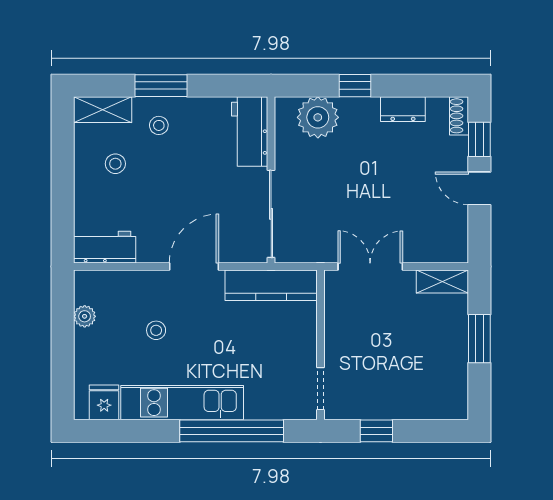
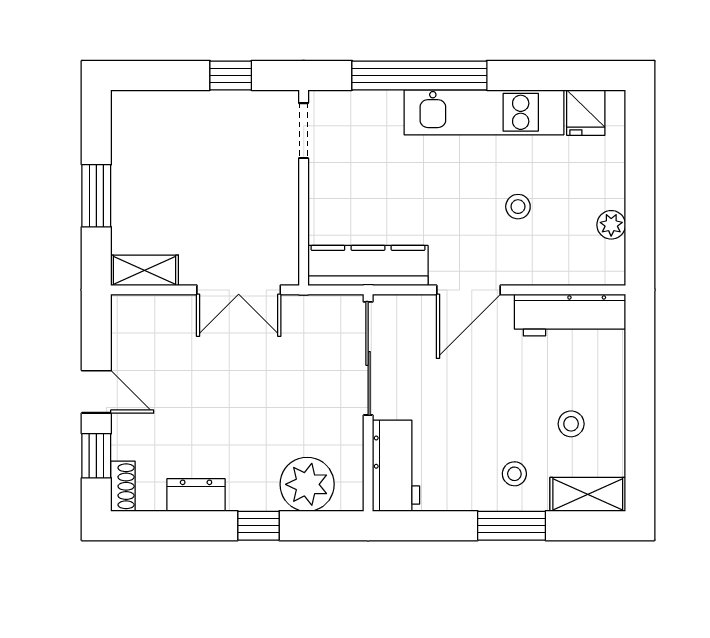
workbench: (105, 247) -> (570, 315), width x1.38

